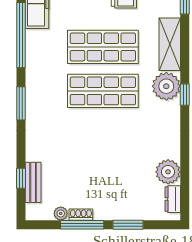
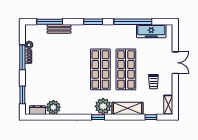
window: (21, 178) -> (50, 22), width x2.17
bench: (33, 182) -> (59, 29), moved
window: (128, 225) -> (22, 95), moved

